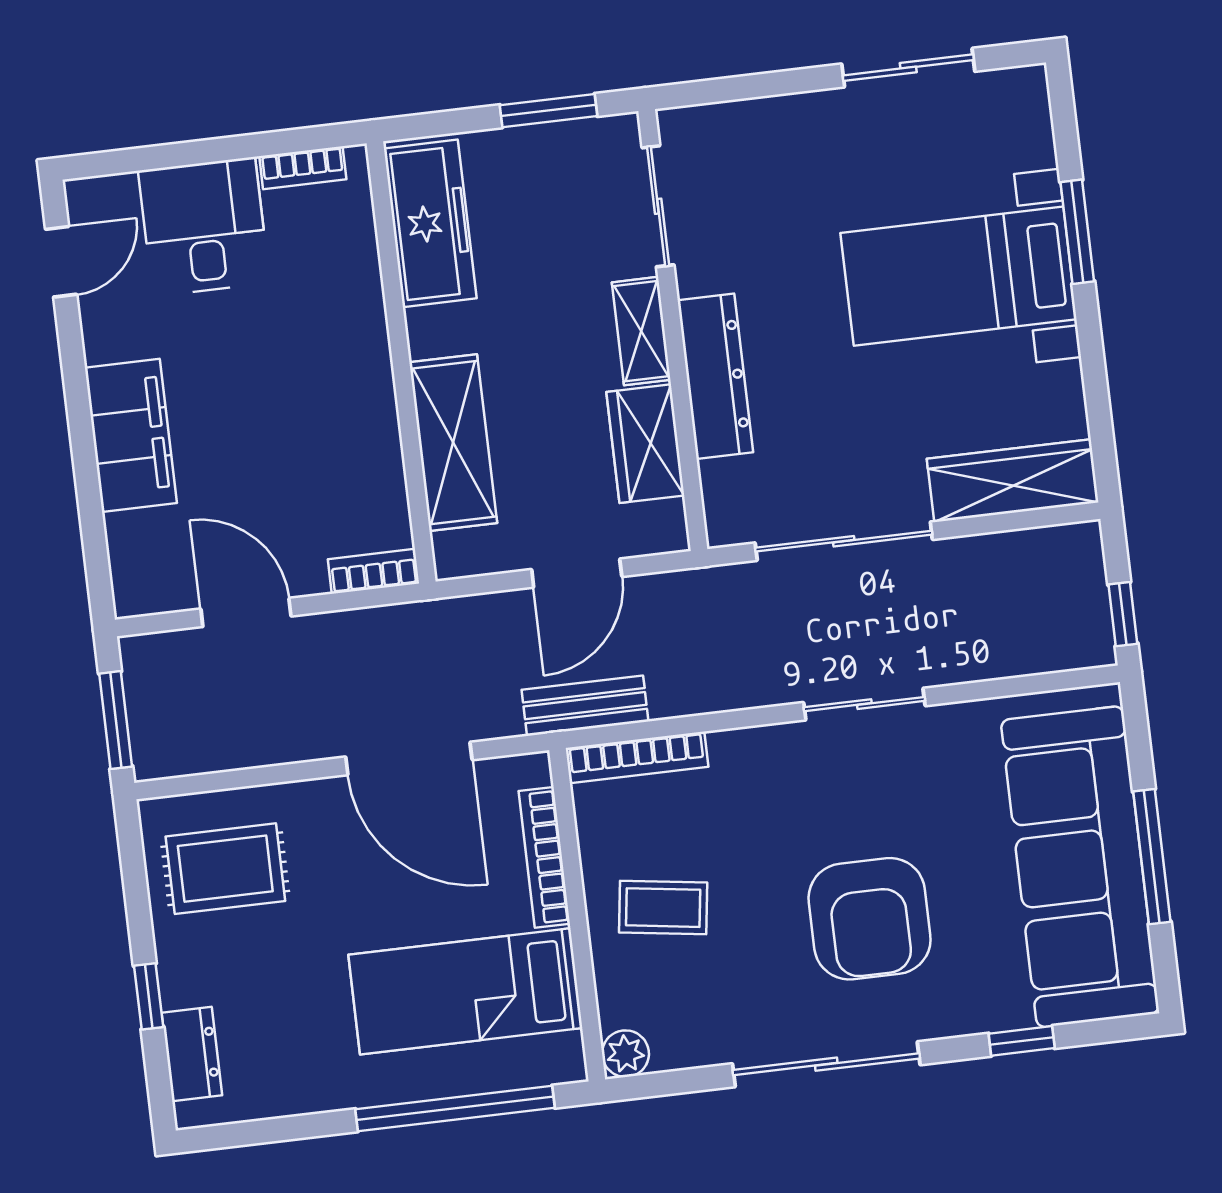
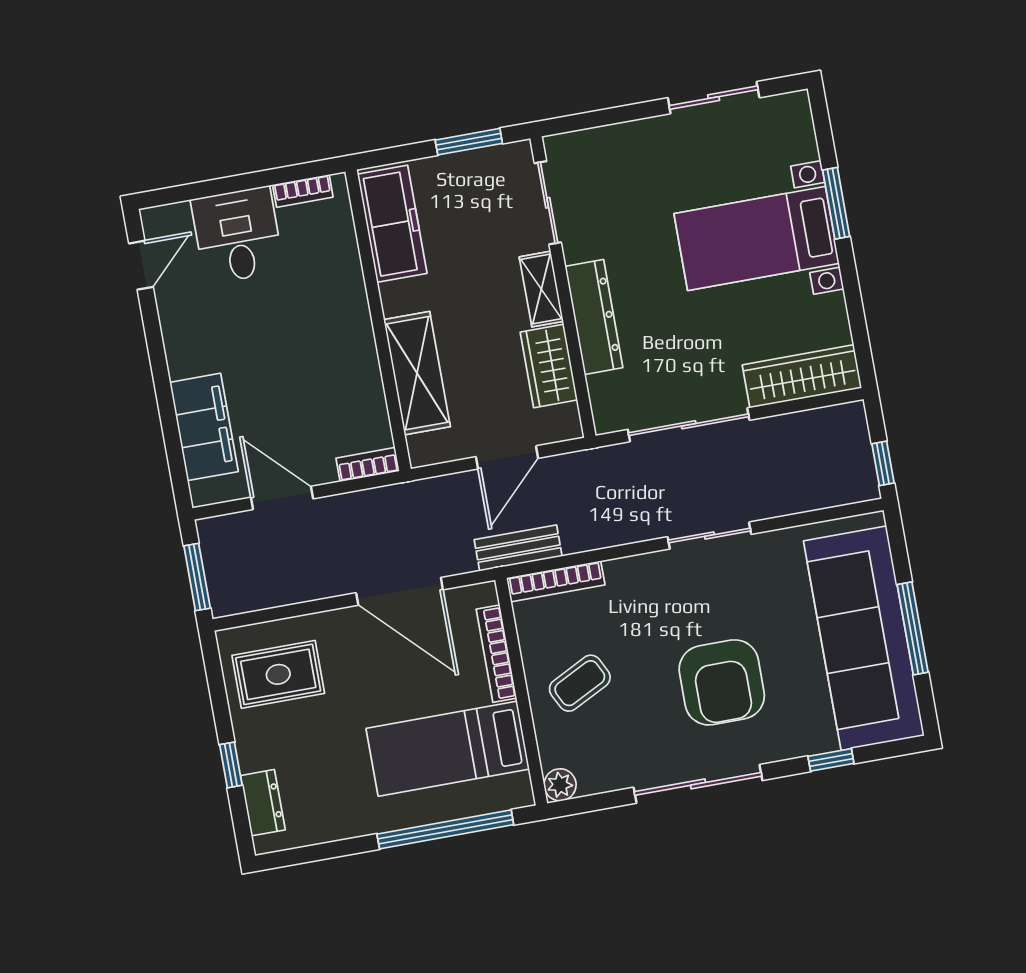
filing cabinet: (131, 435) -> (204, 427), moved
coffee table: (663, 908) -> (580, 683), turned -35

